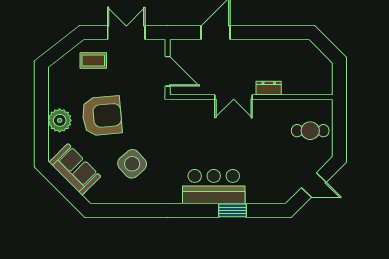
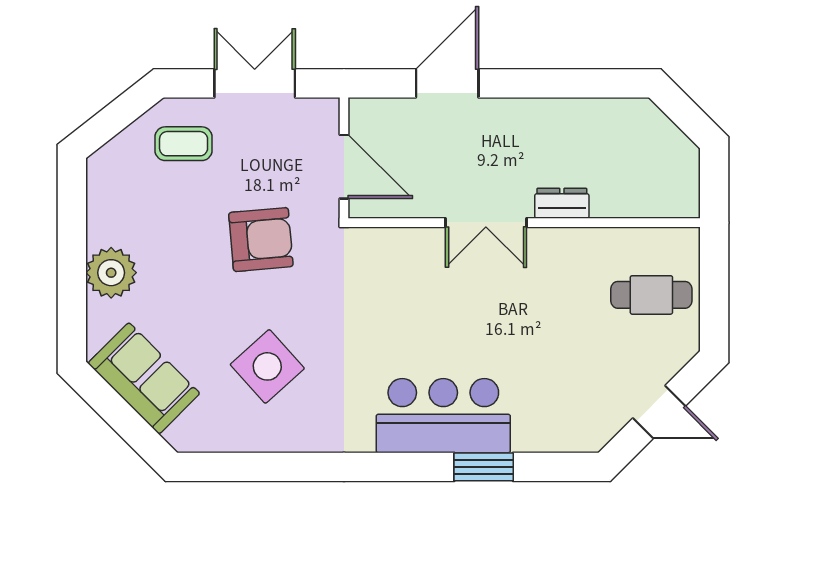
armchair: (102, 116) -> (261, 240), moved, width x0.73, depth x0.73

